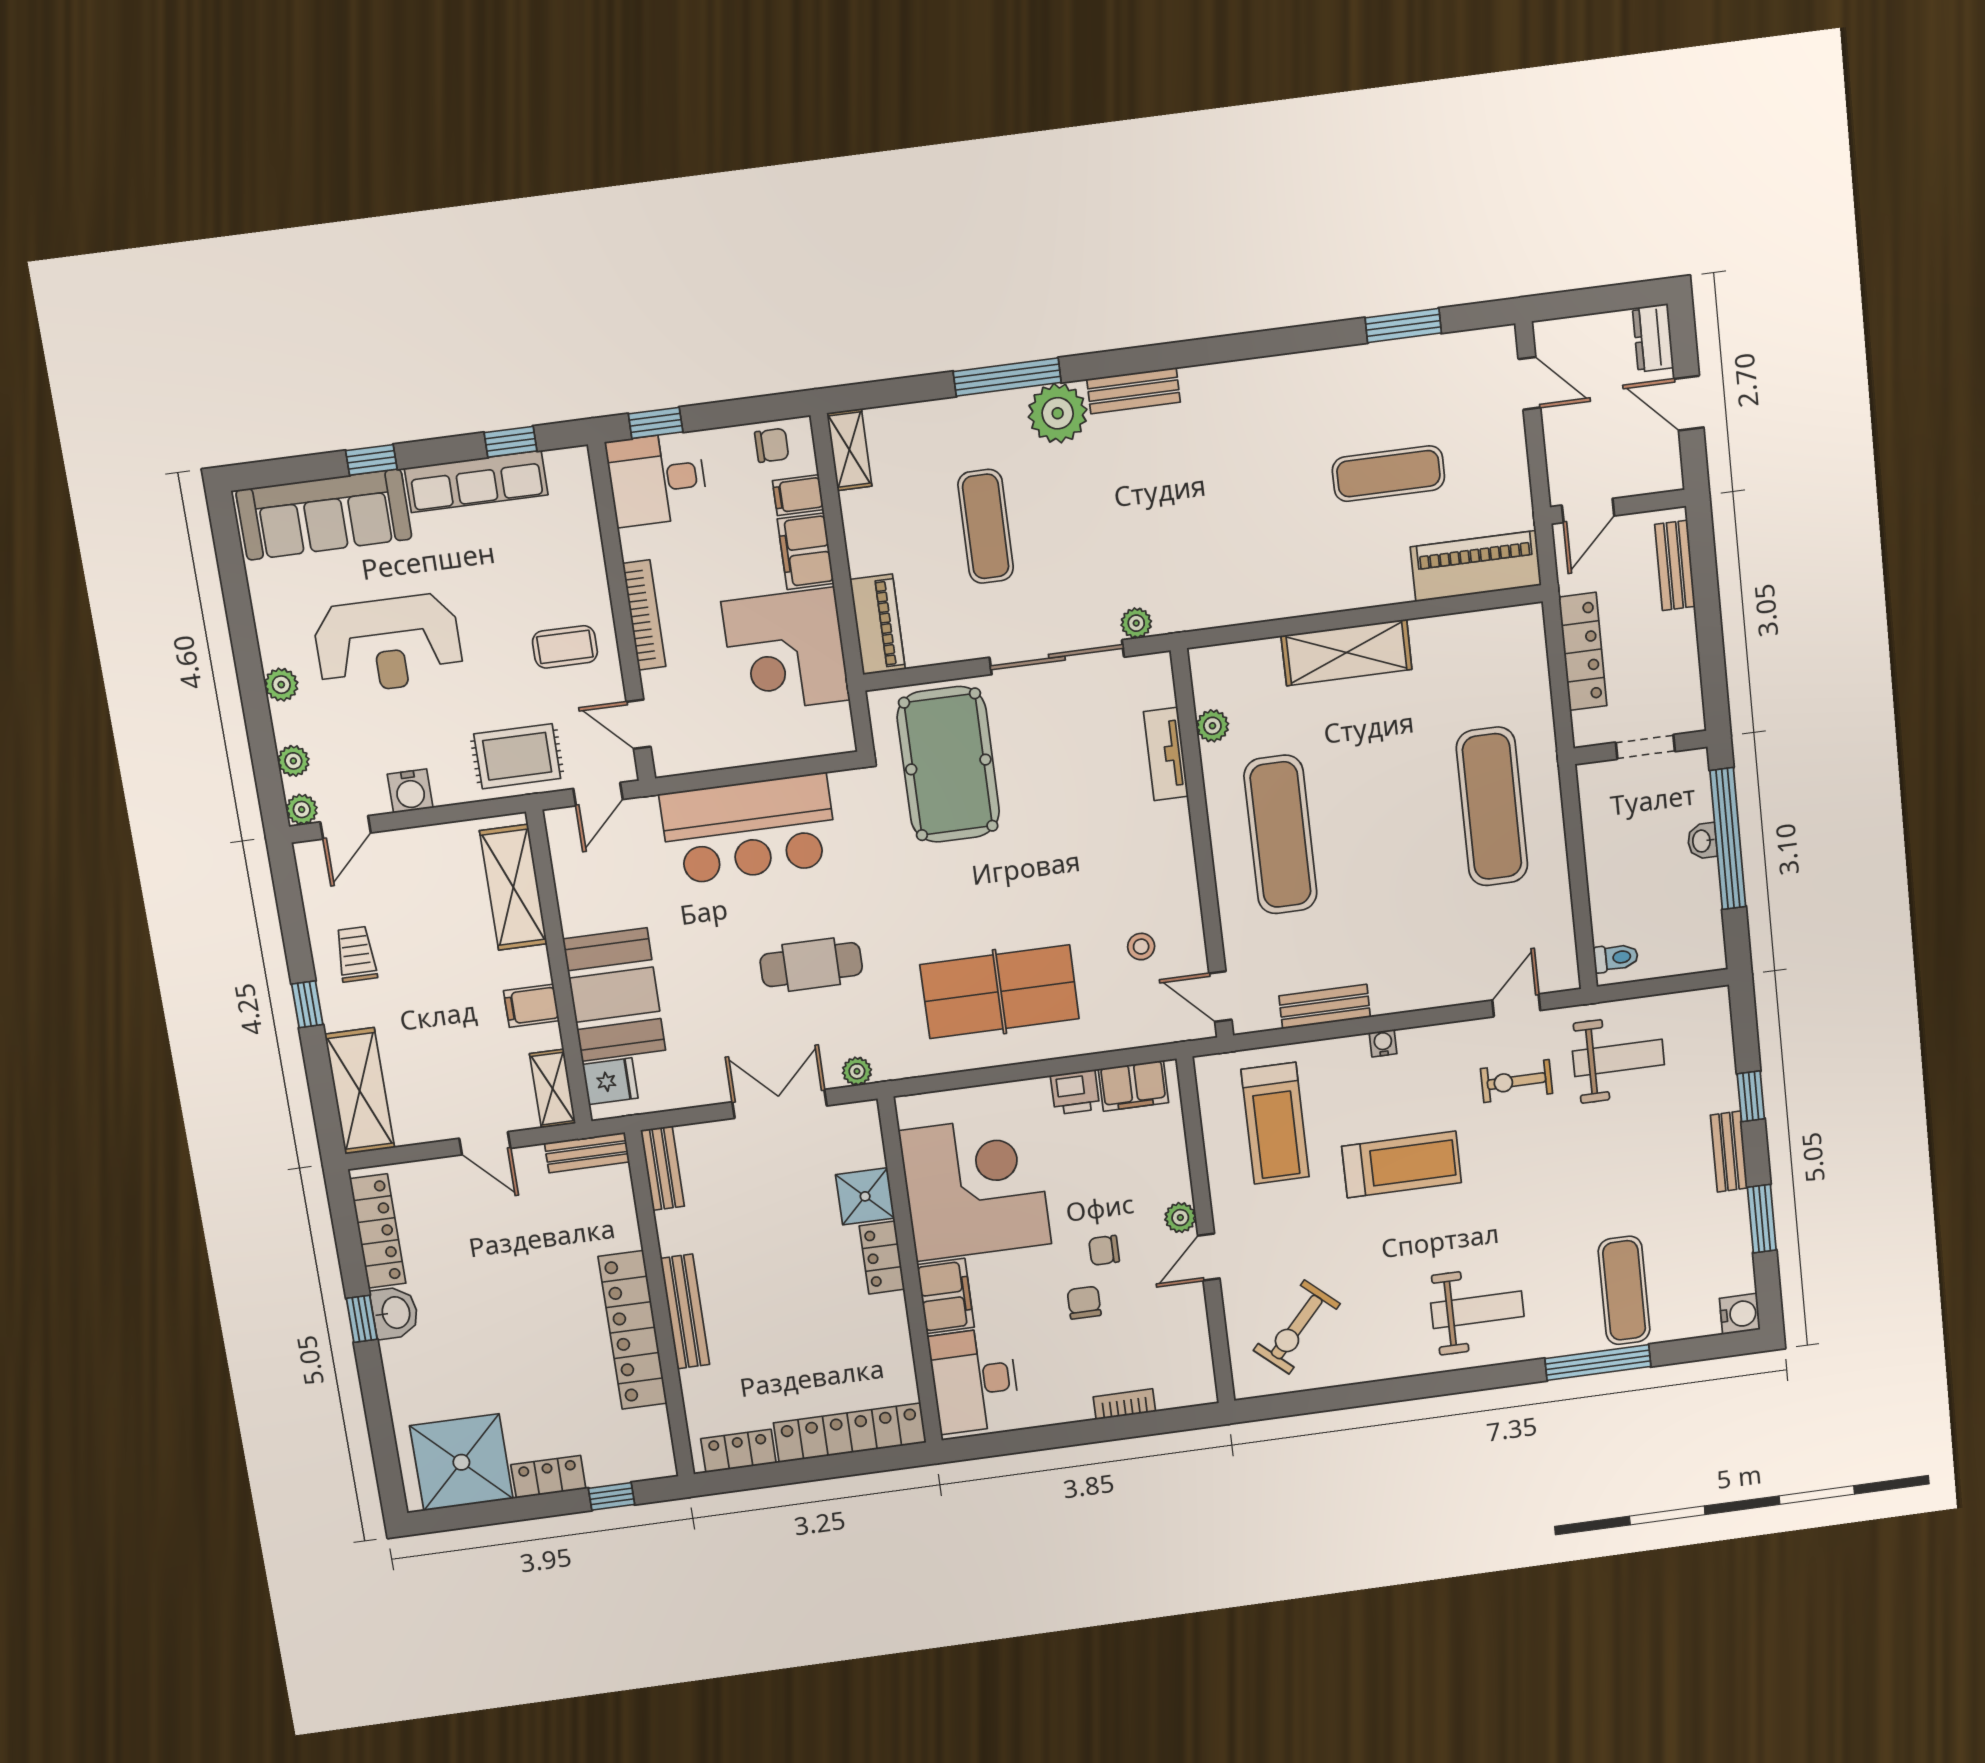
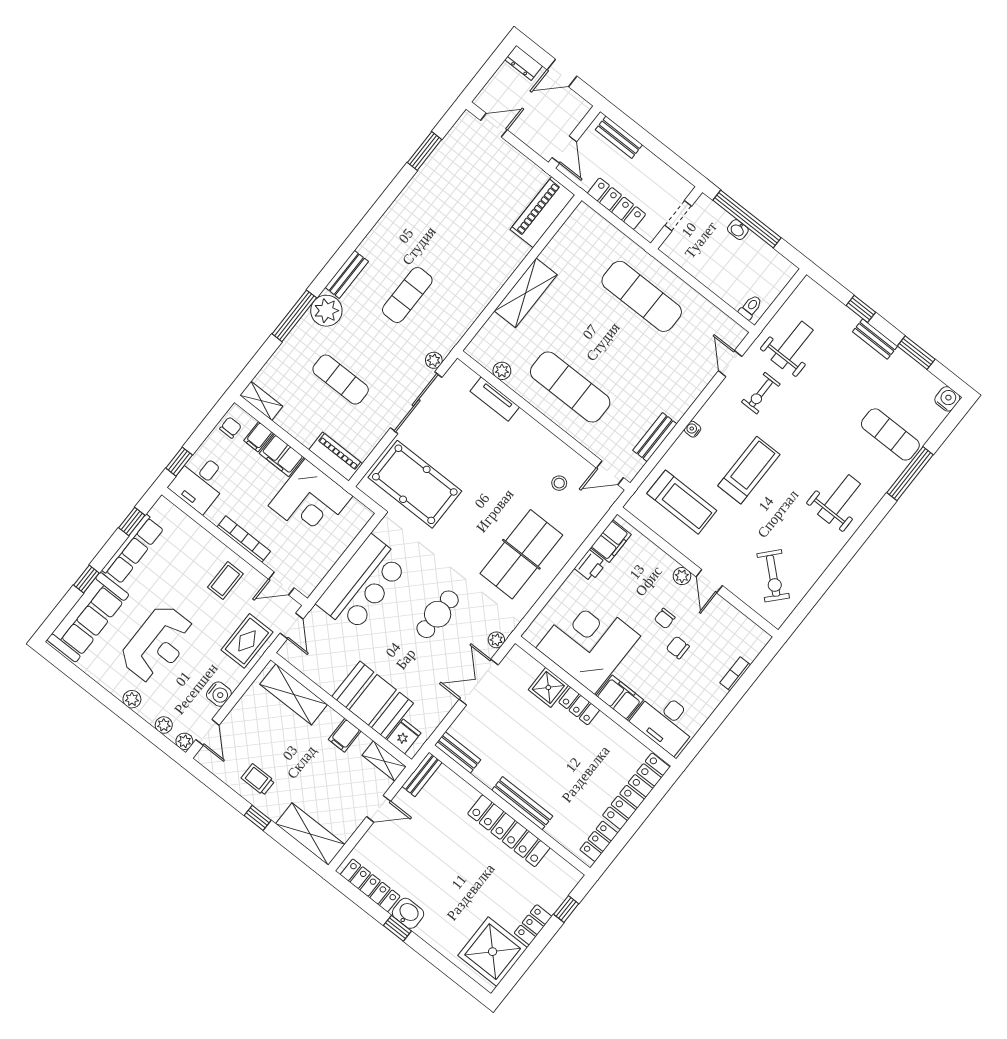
exercise mat: (1388, 474) -> (407, 295), moved

